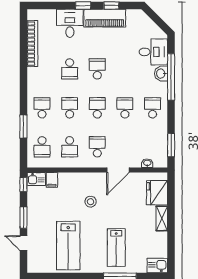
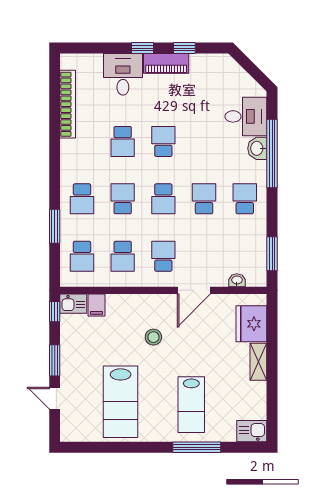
piano: (105, 18) -> (166, 63), width x0.73, depth x0.75
school desk: (42, 108) -> (82, 199), turned 180
school desk: (97, 108) -> (163, 199), turned 180

